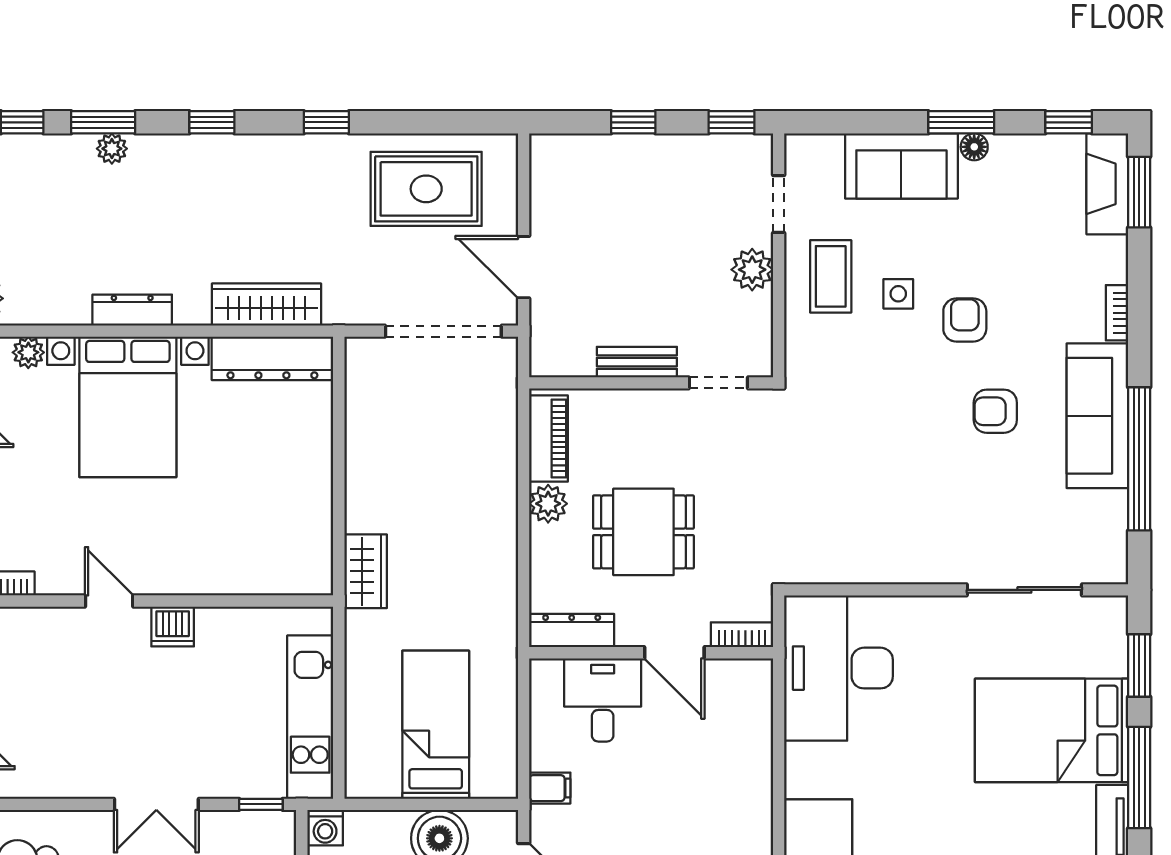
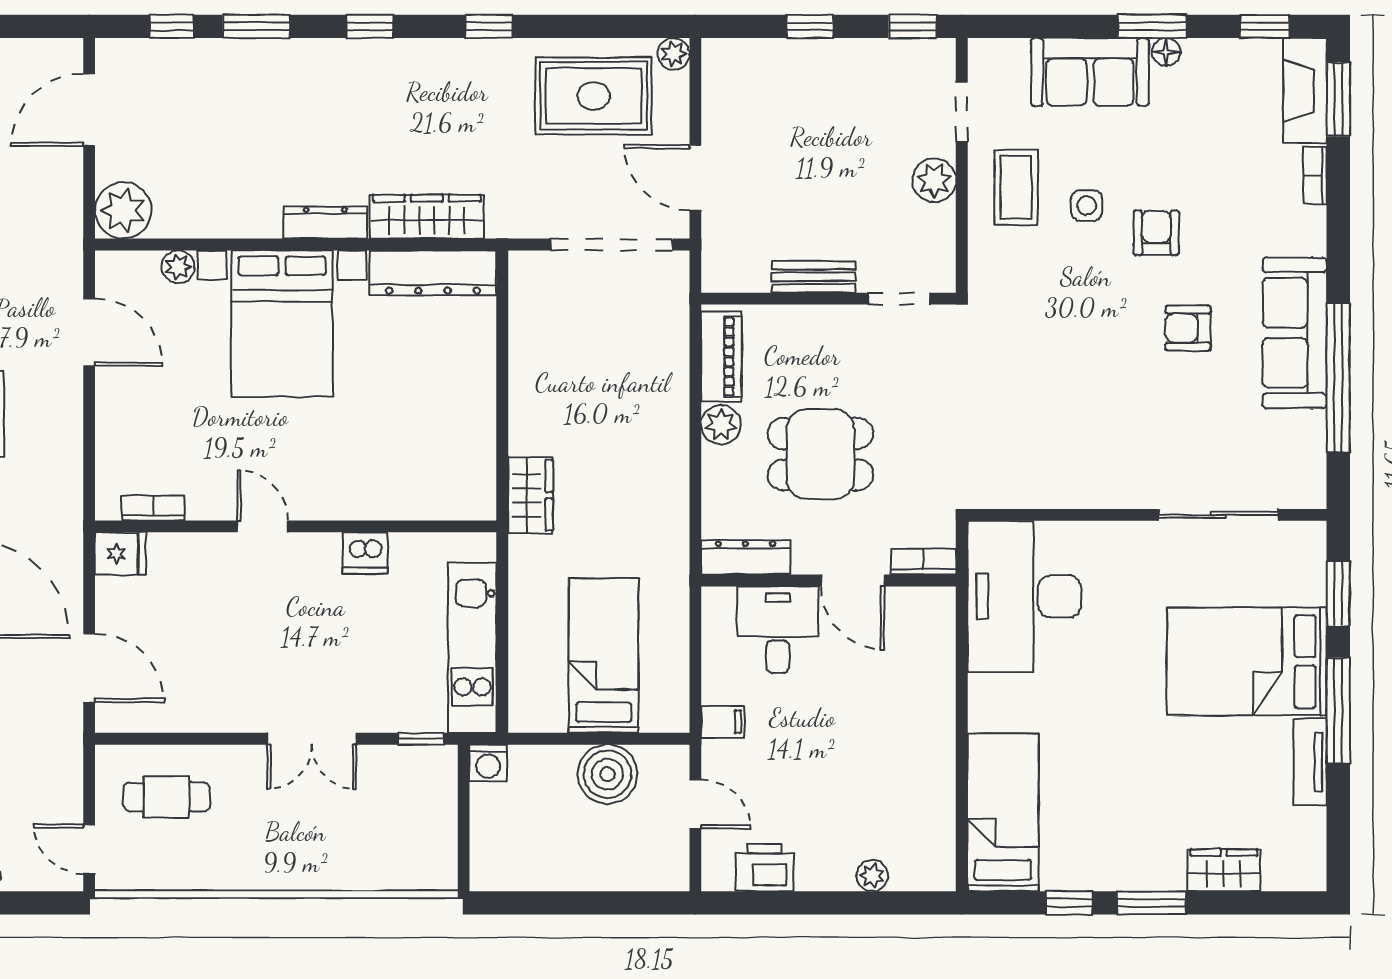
plant: (112, 149) -> (674, 54), moved
dresser: (132, 310) -> (325, 222), moved
bookcase: (1117, 313) -> (1315, 175), moved
dishwasher: (173, 627) -> (365, 553), moved

